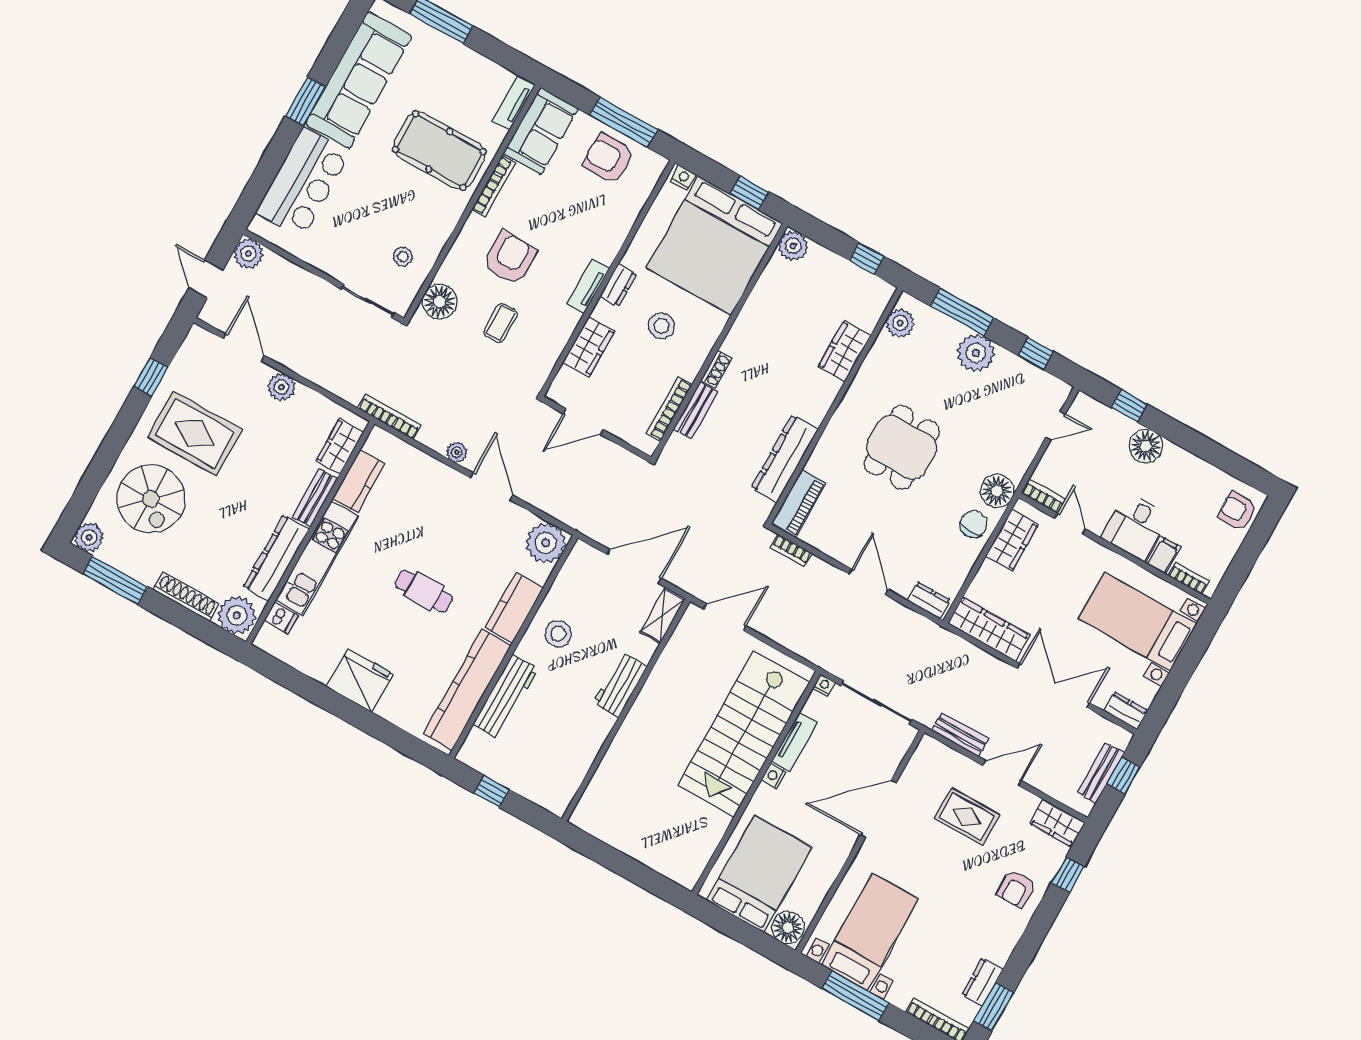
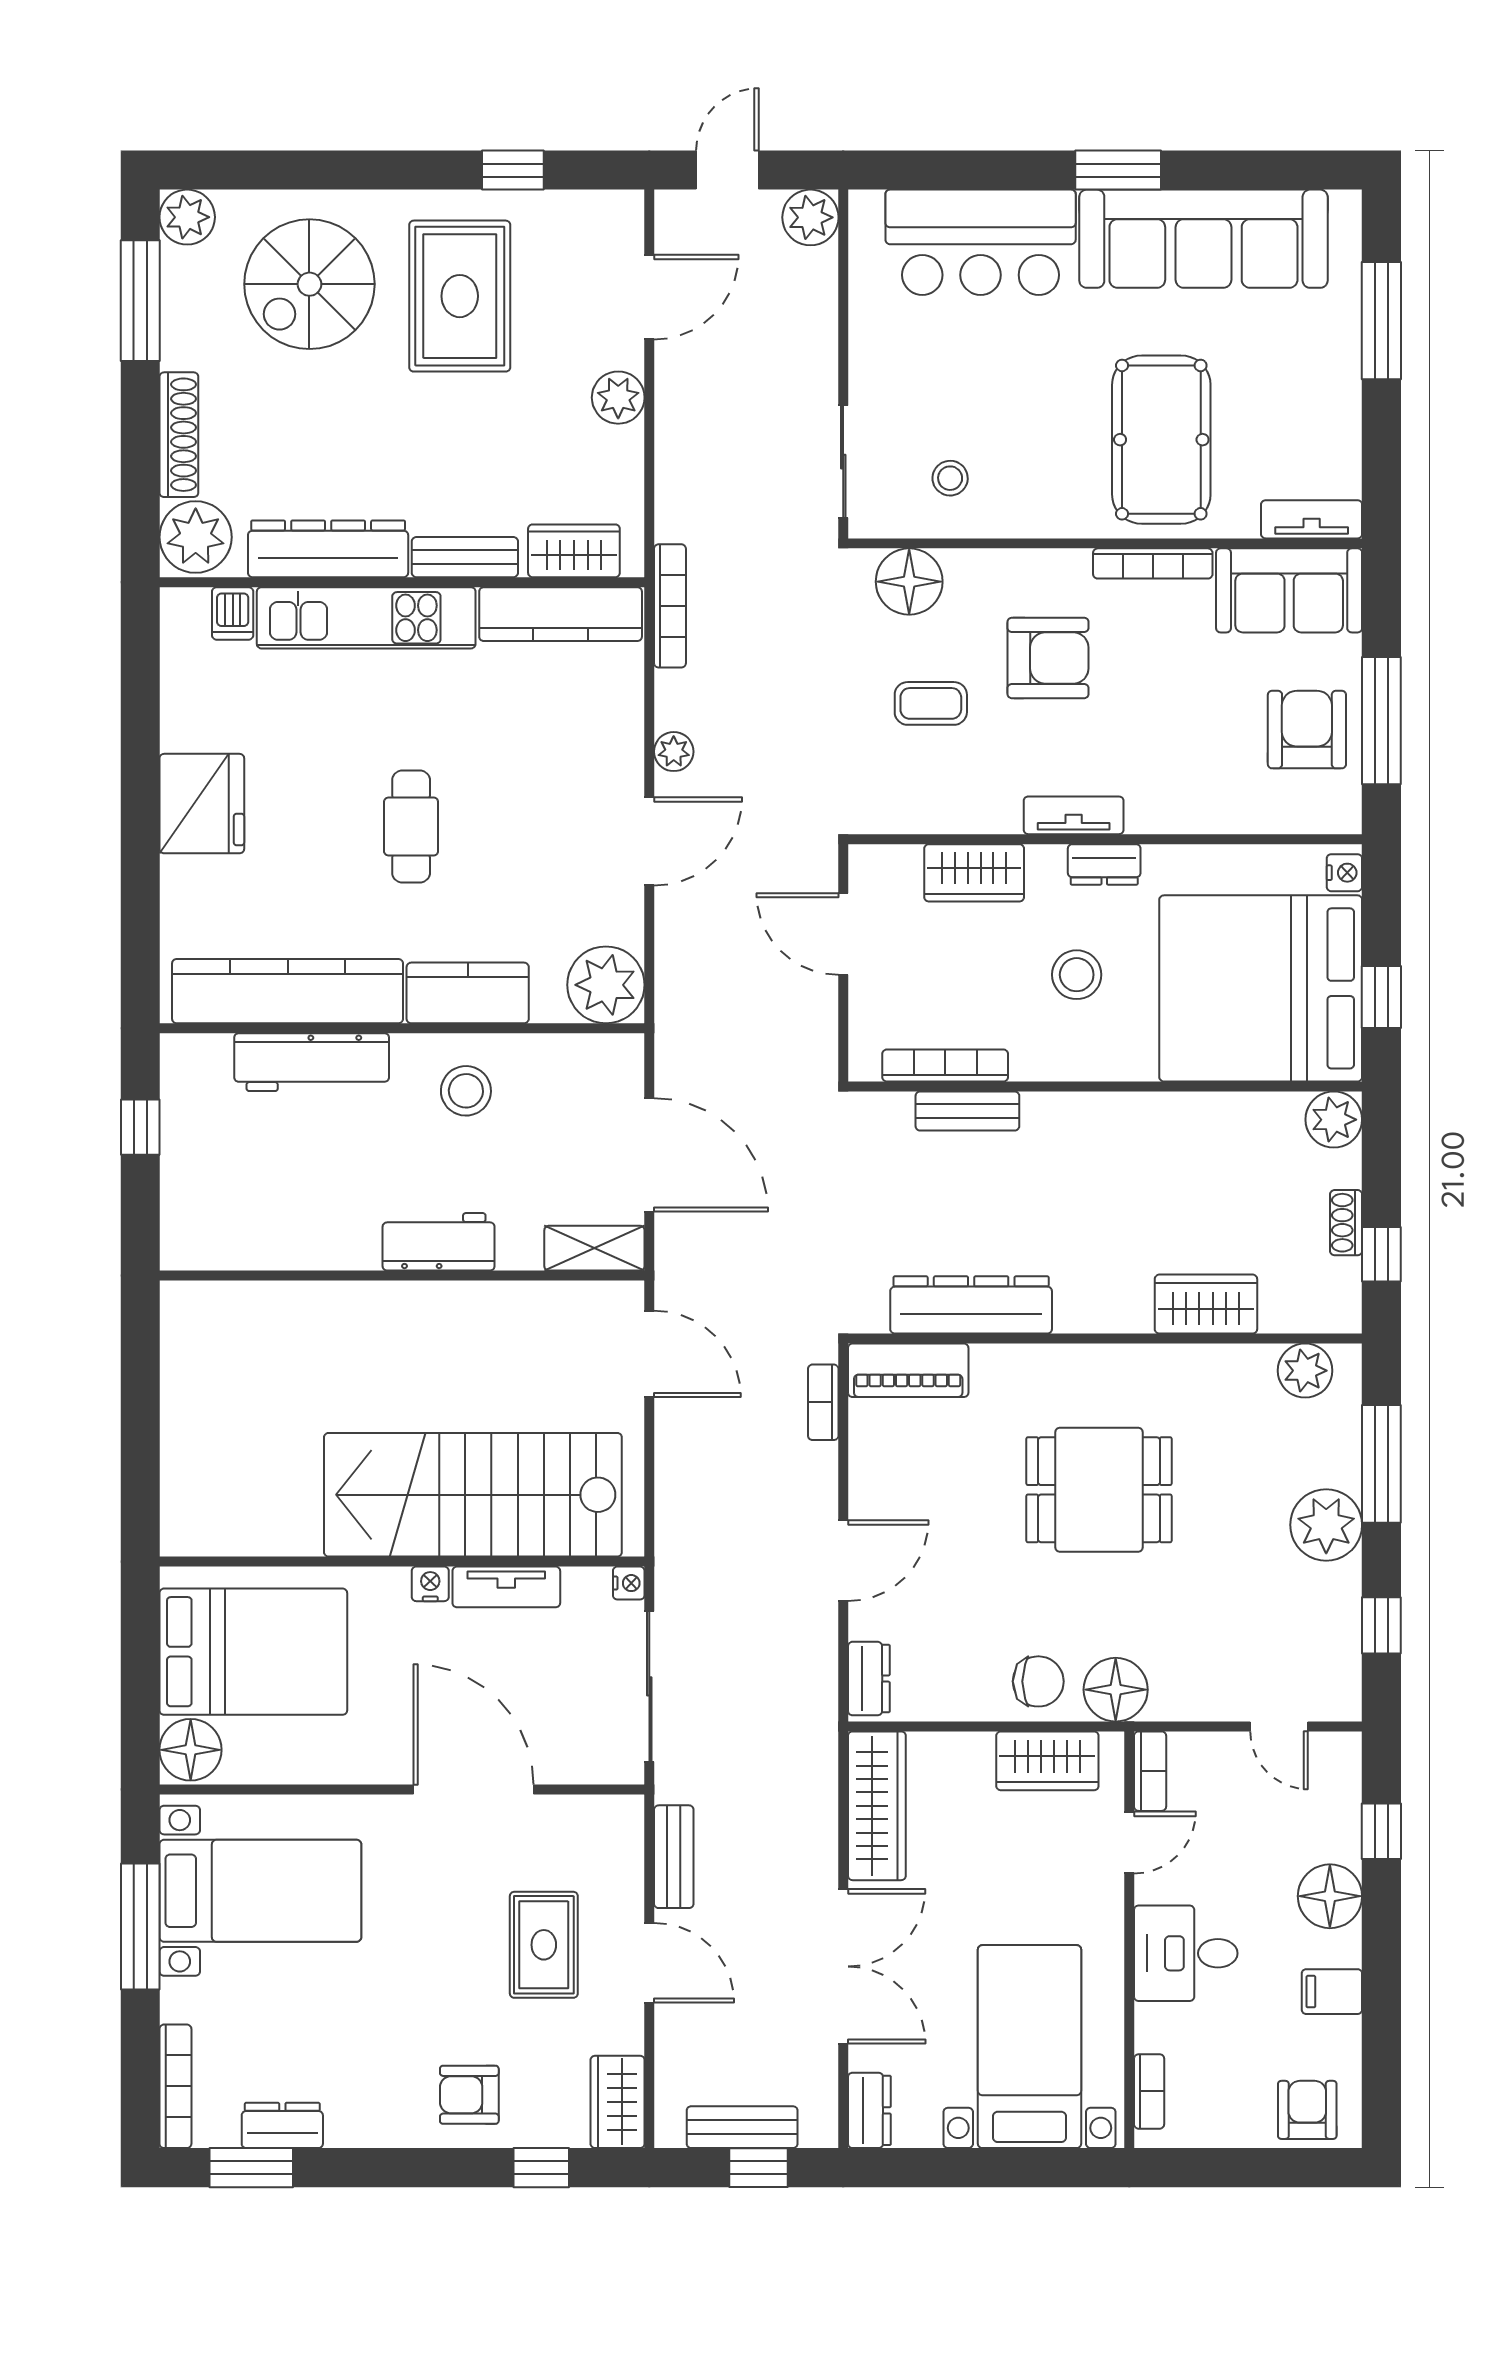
shoe rack: (716, 369) -> (1346, 1223), moved, turned 90
kitchen counter: (358, 481) -> (561, 614), width x1.50
filing cabinet: (1163, 555) -> (1332, 1992), moved, turned 180

